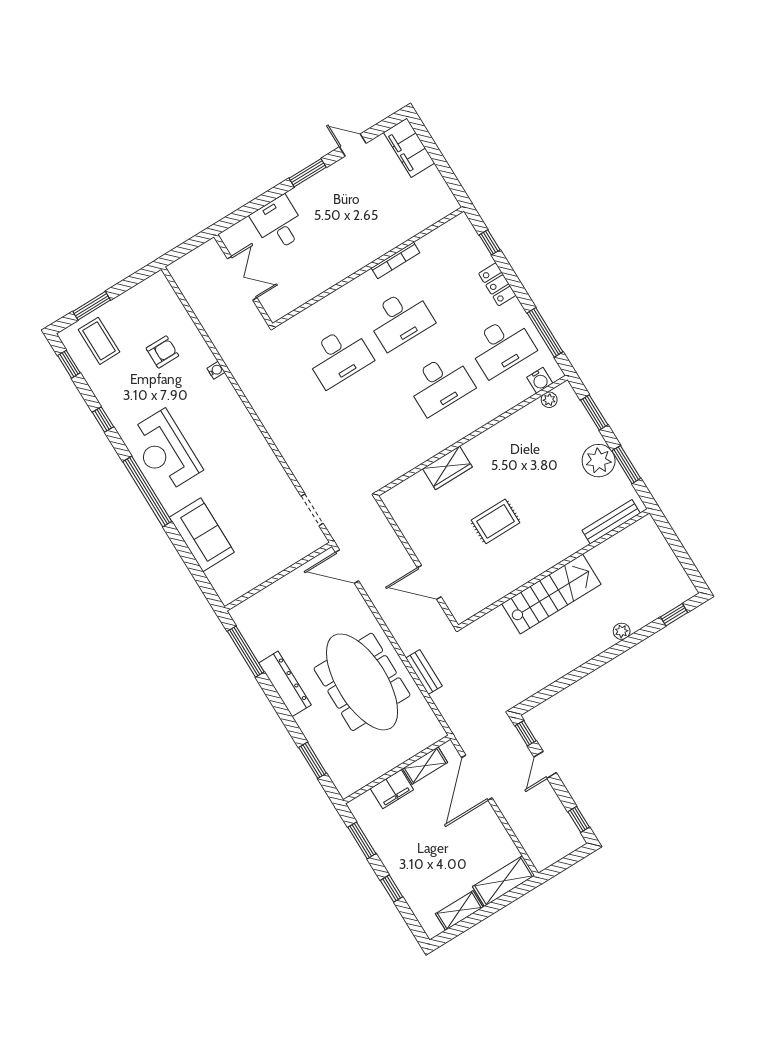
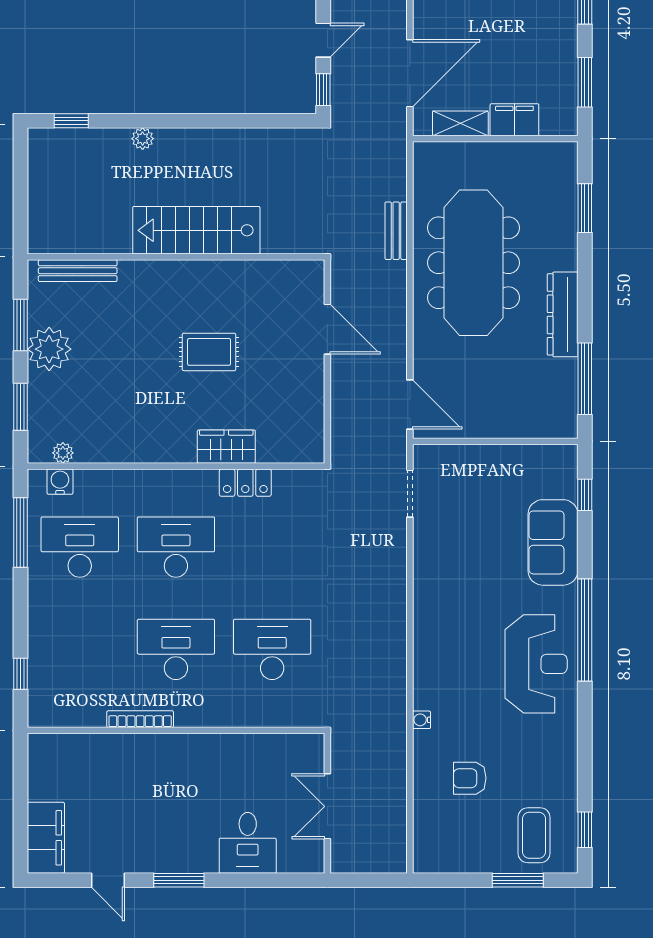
locker: (497, 284) -> (245, 483), moved, turned 90
window: (103, 420) -> (585, 495), moved

